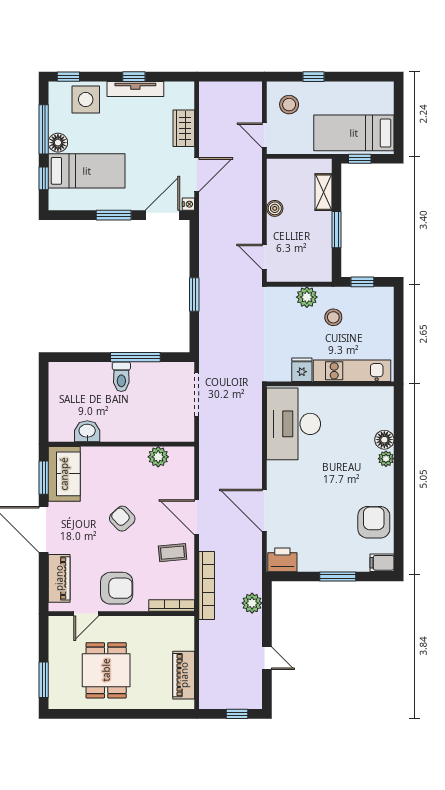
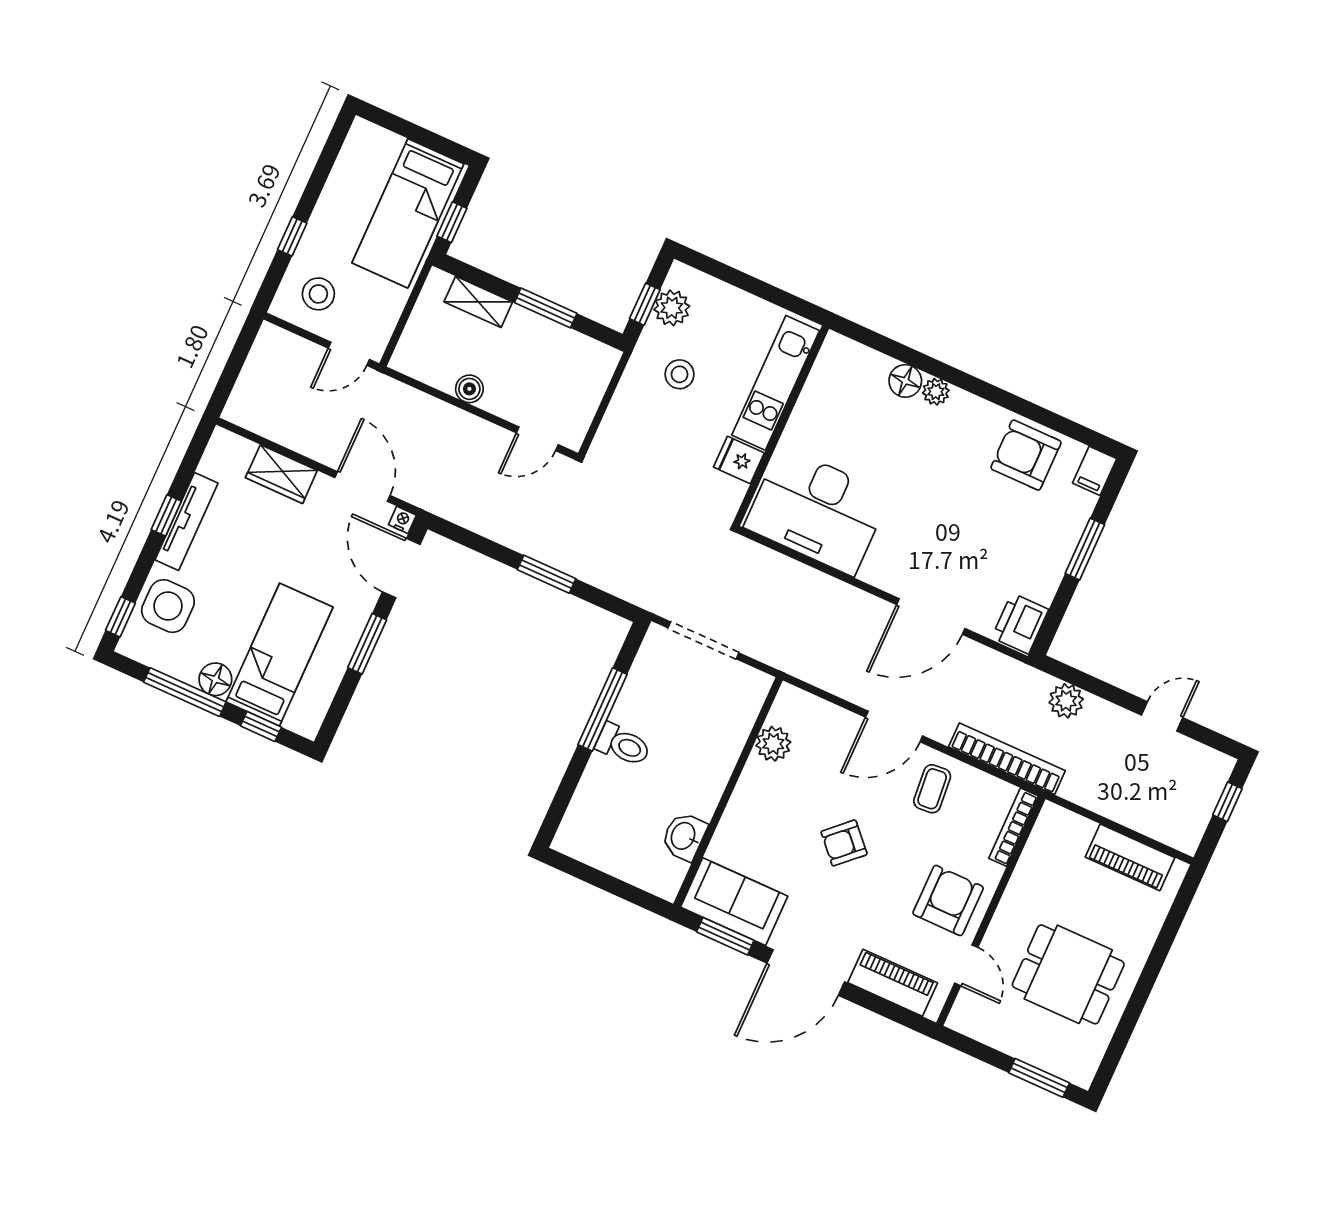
plant: (307, 297) -> (672, 308), moved

